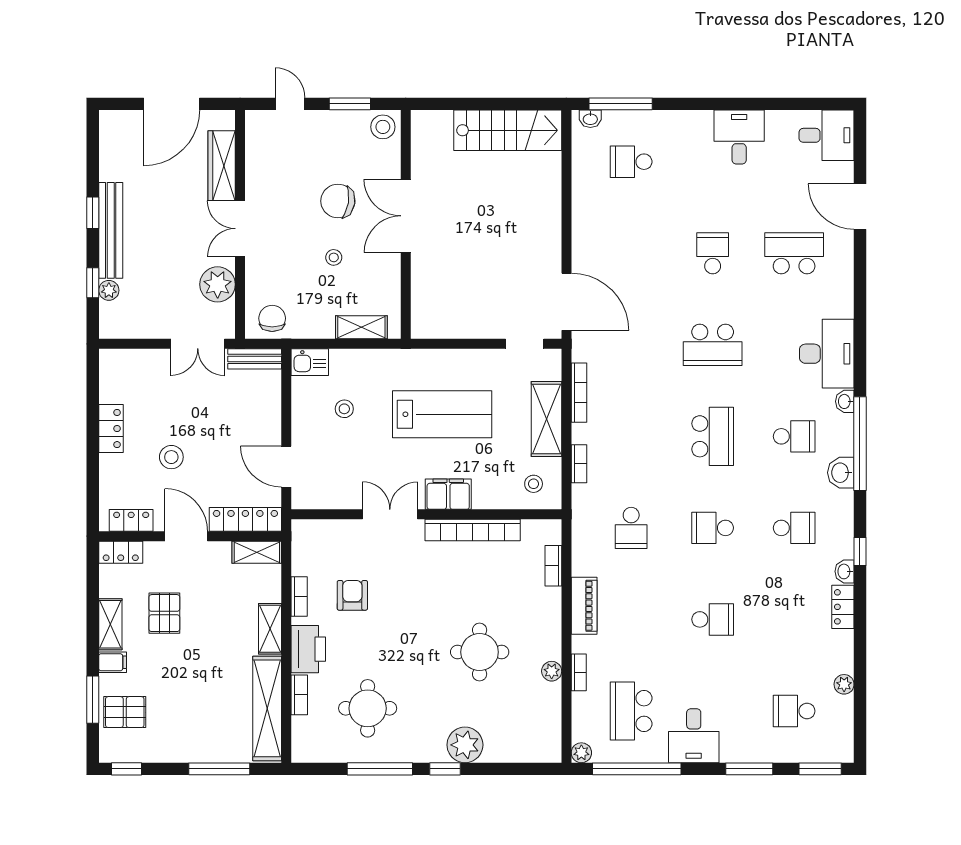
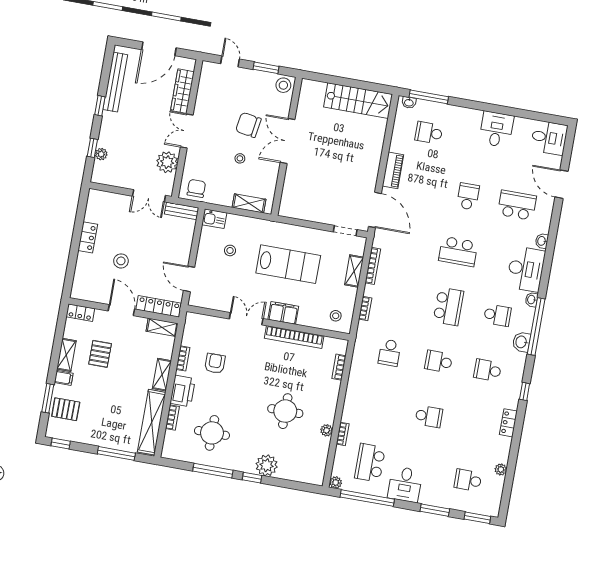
bench: (111, 230) -> (115, 82), moved
shelving: (547, 419) -> (354, 271), width x0.67, depth x0.75
locker: (131, 520) -> (90, 295), removed
school desk: (794, 528) -> (488, 370), turned 180
washbasin: (844, 571) -> (542, 241), moved
piano: (584, 606) -> (393, 170), moved

